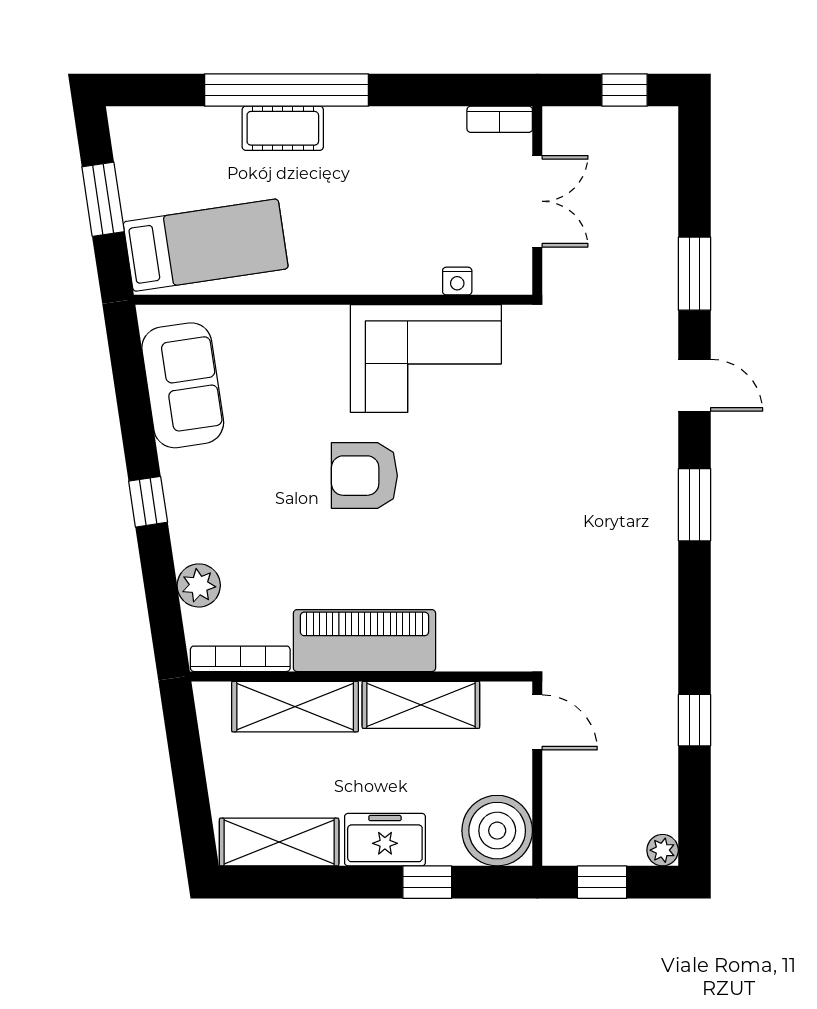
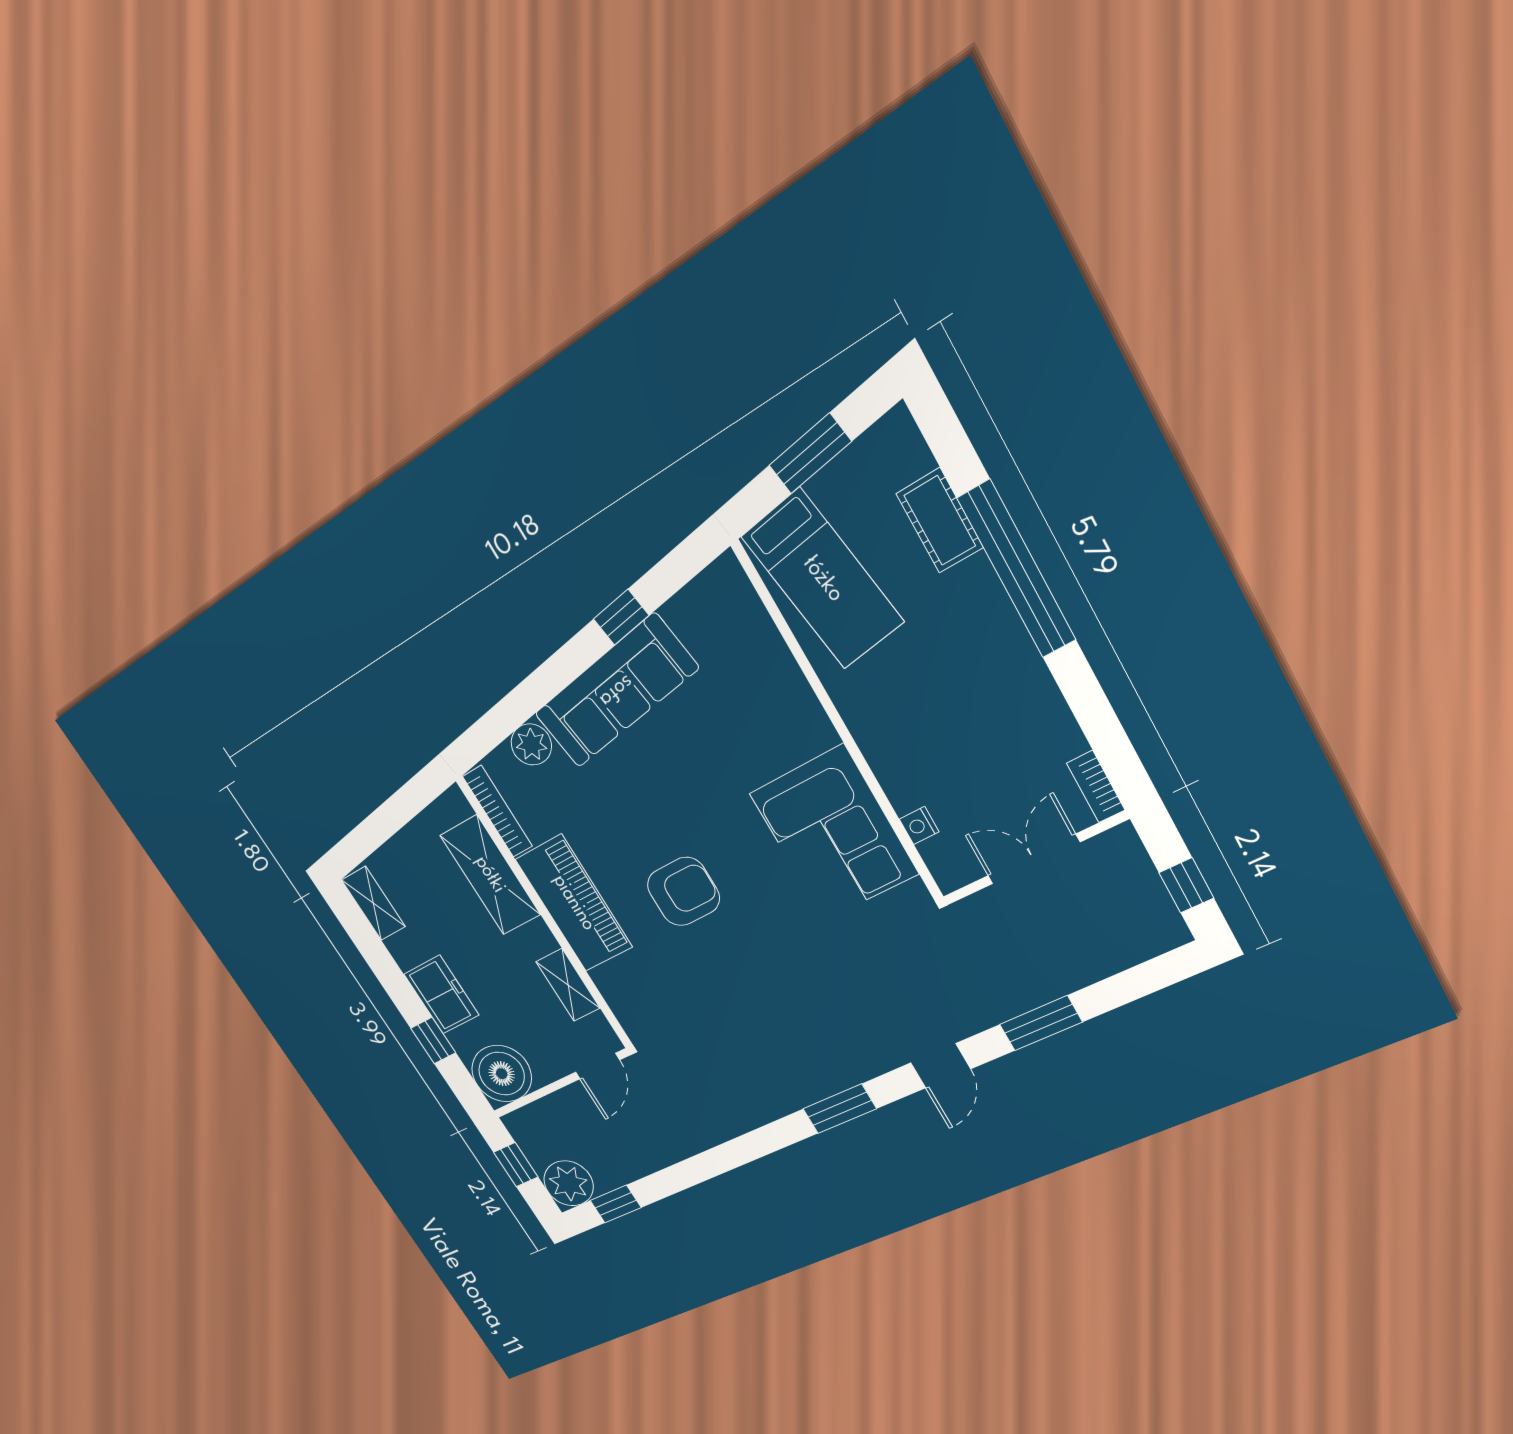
cot: (283, 128) -> (940, 521), moved
double door: (537, 201) -> (1034, 859), swing flipped
sofa: (183, 385) -> (616, 691), moved, width x1.36
armchair: (364, 476) -> (683, 892), moved, turned 90
window: (148, 502) -> (621, 617), moved
shelving: (421, 705) -> (568, 985), width x0.67, depth x0.75
window: (694, 720) -> (616, 1204), moved
shelving: (279, 842) -> (373, 903), width x0.67, depth x0.75
plant: (663, 850) -> (569, 1183), width x1.88, depth x1.88

